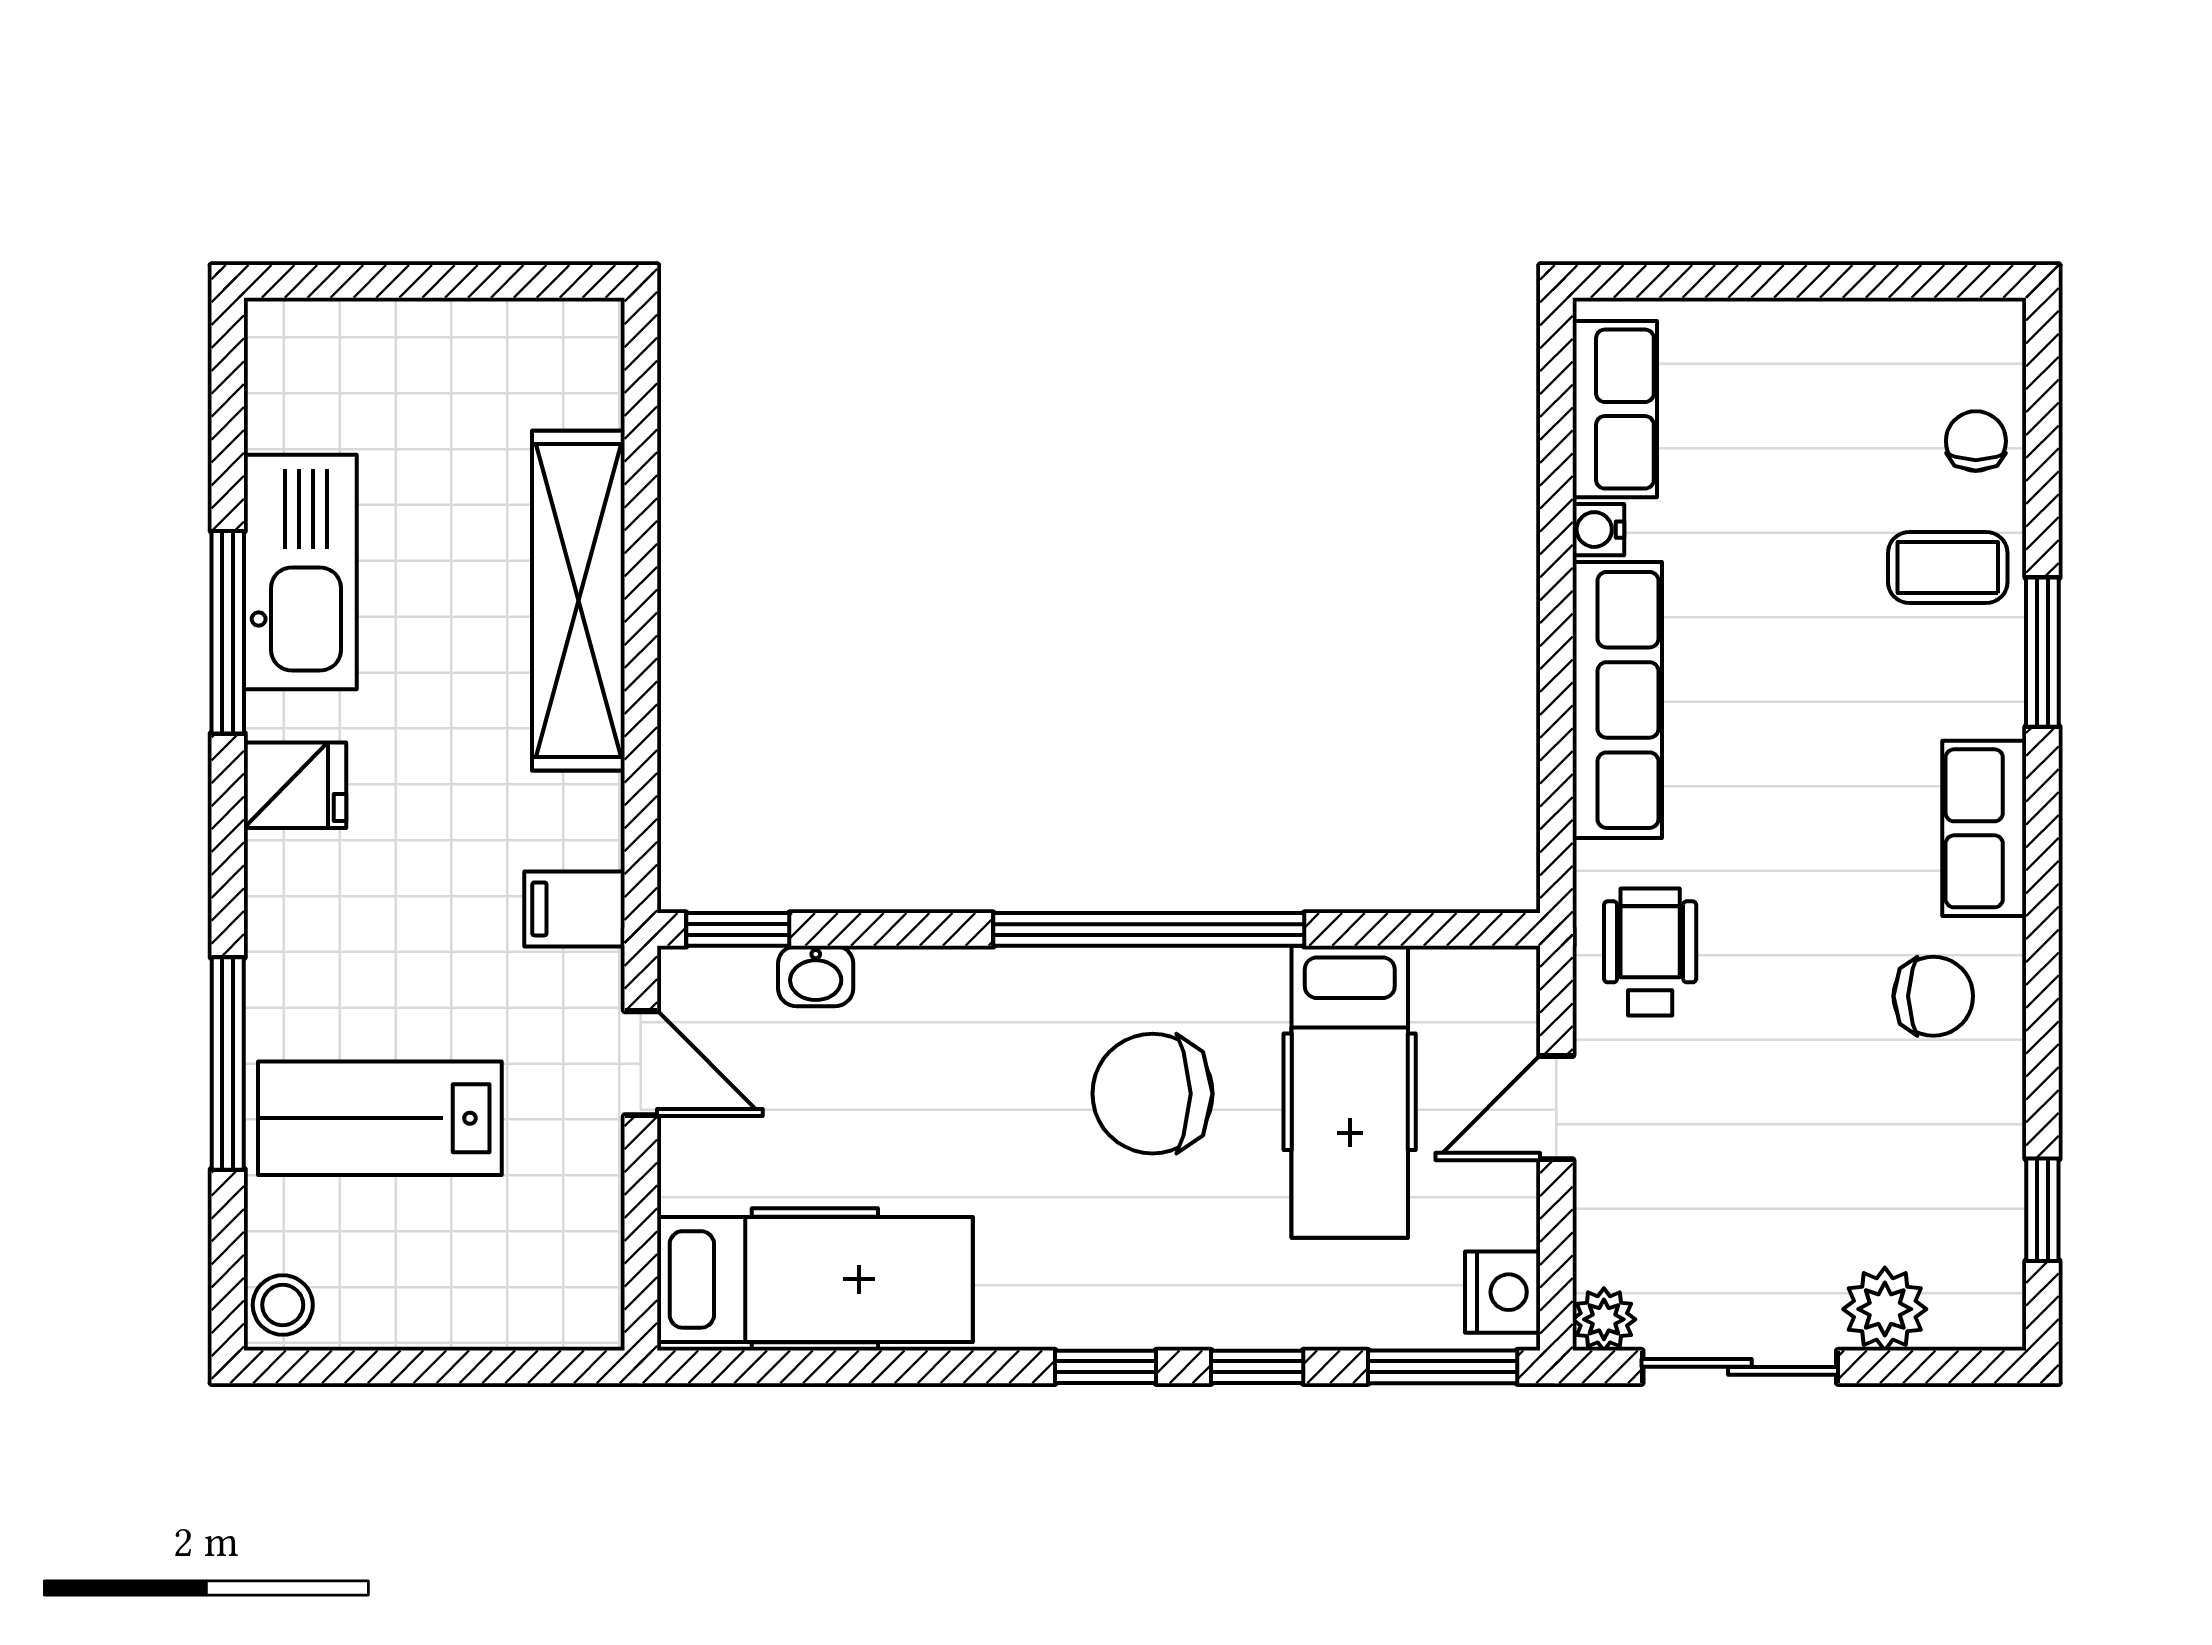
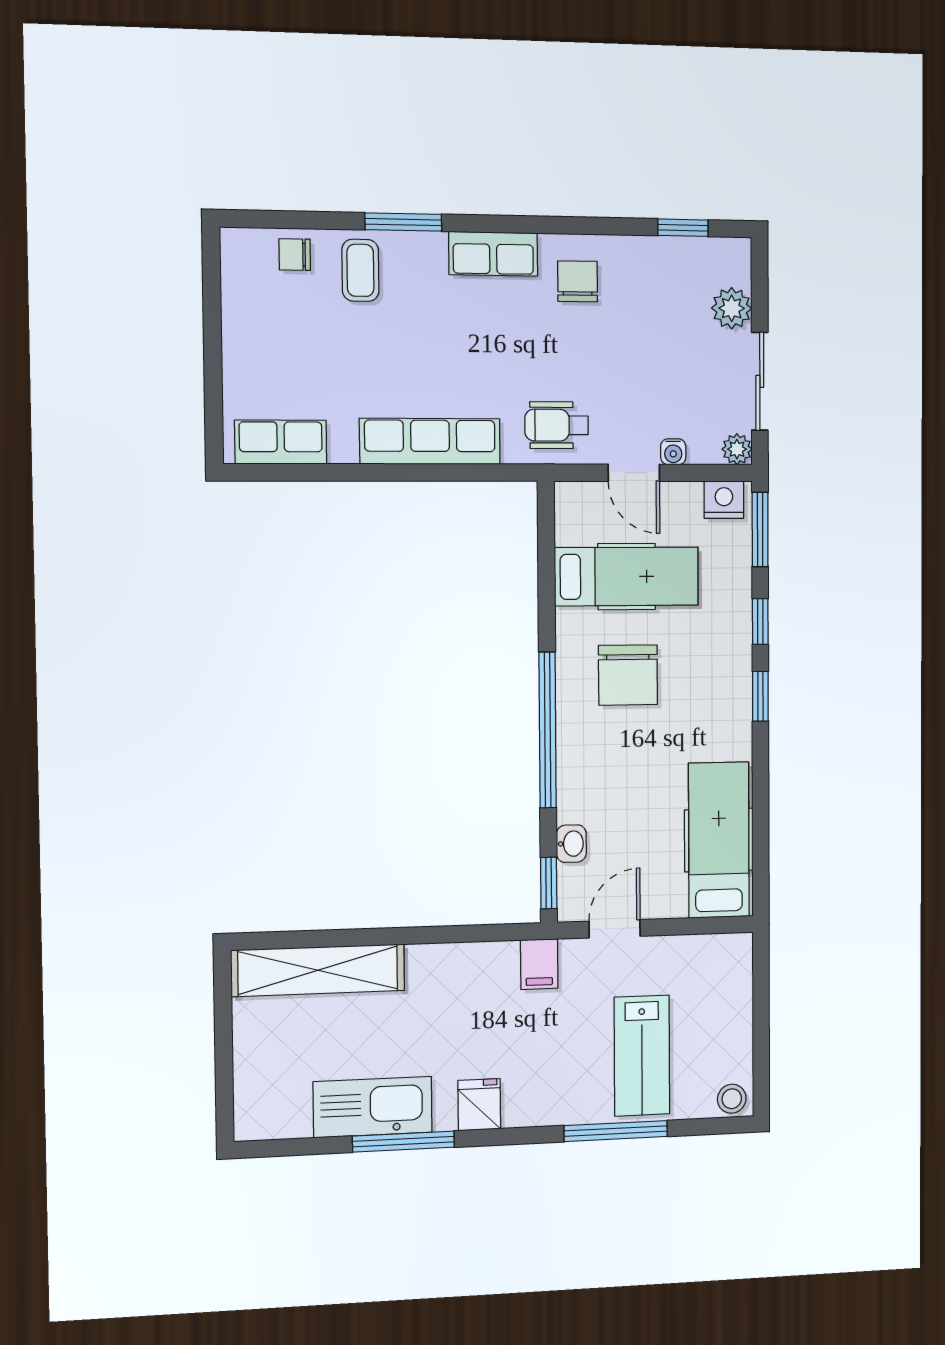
water cooler: (1598, 530) -> (673, 452), moved
shelving: (578, 601) -> (318, 970), moved
window: (1149, 929) -> (548, 730), moved

